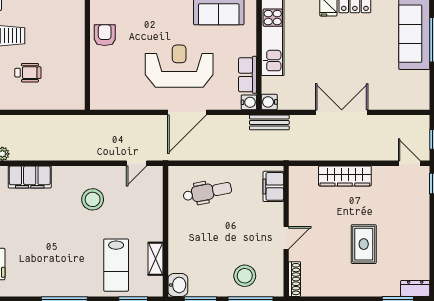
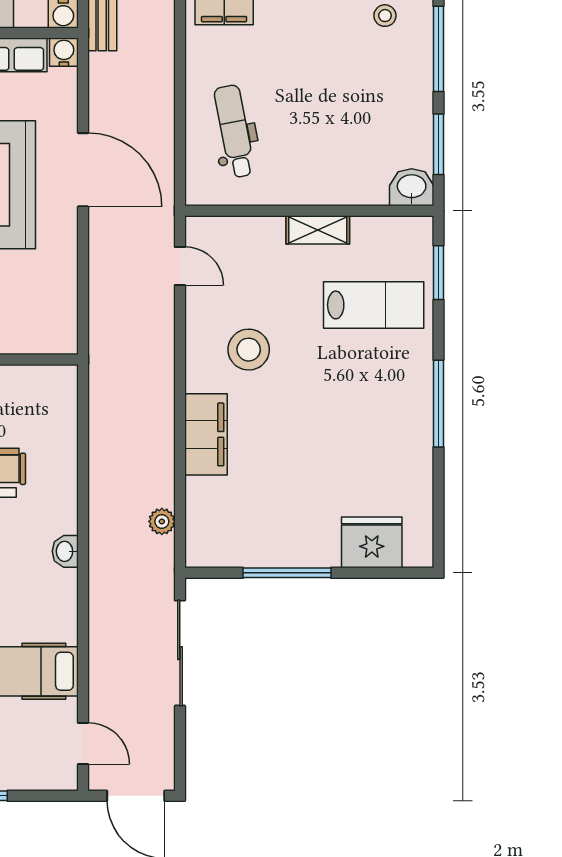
filing cabinet: (30, 177) -> (206, 434), moved
shelving: (155, 259) -> (318, 230), moved
stool: (245, 276) -> (385, 16), moved, width x0.53, depth x0.53

